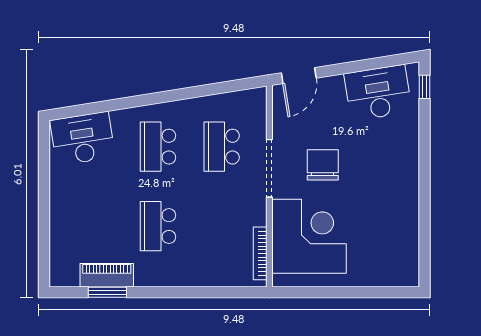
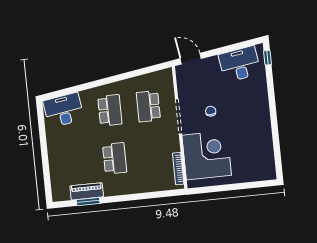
door: (299, 76) -> (191, 59), swing flipped
school desk: (158, 147) -> (110, 110), turned 180
chair: (323, 165) -> (211, 111), width x0.54, depth x0.54
school desk: (158, 226) -> (115, 158), turned 180

